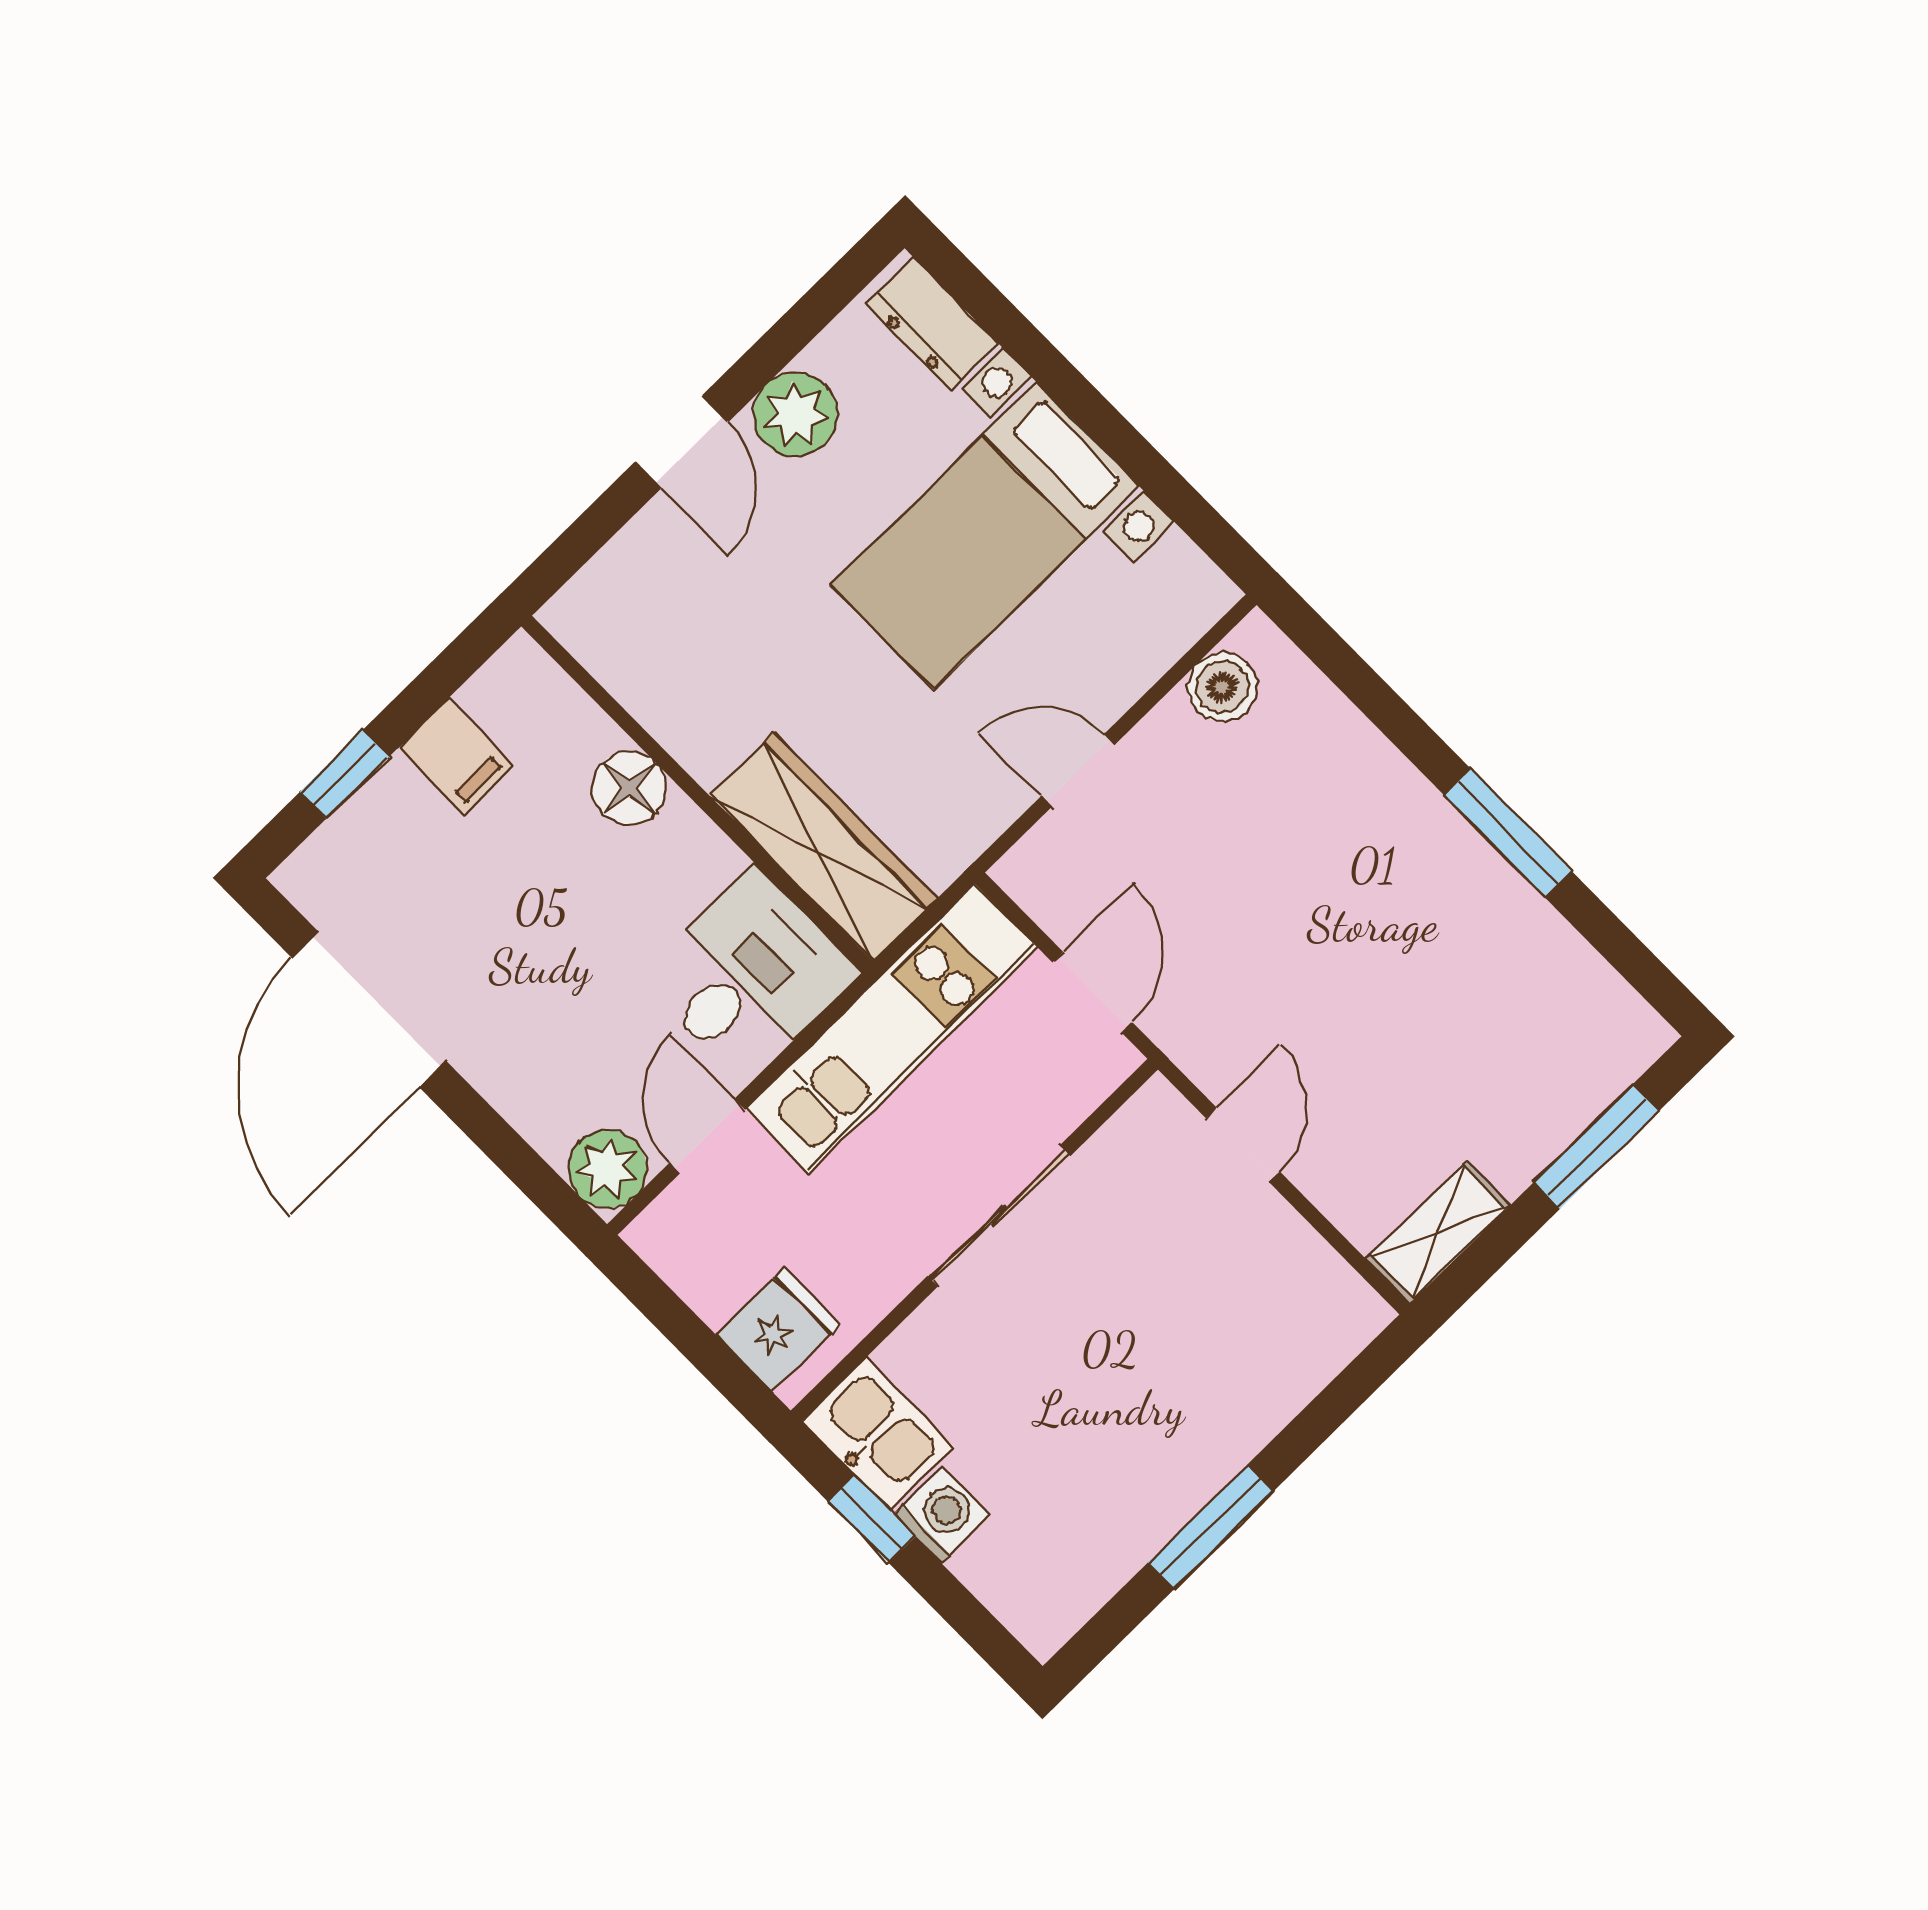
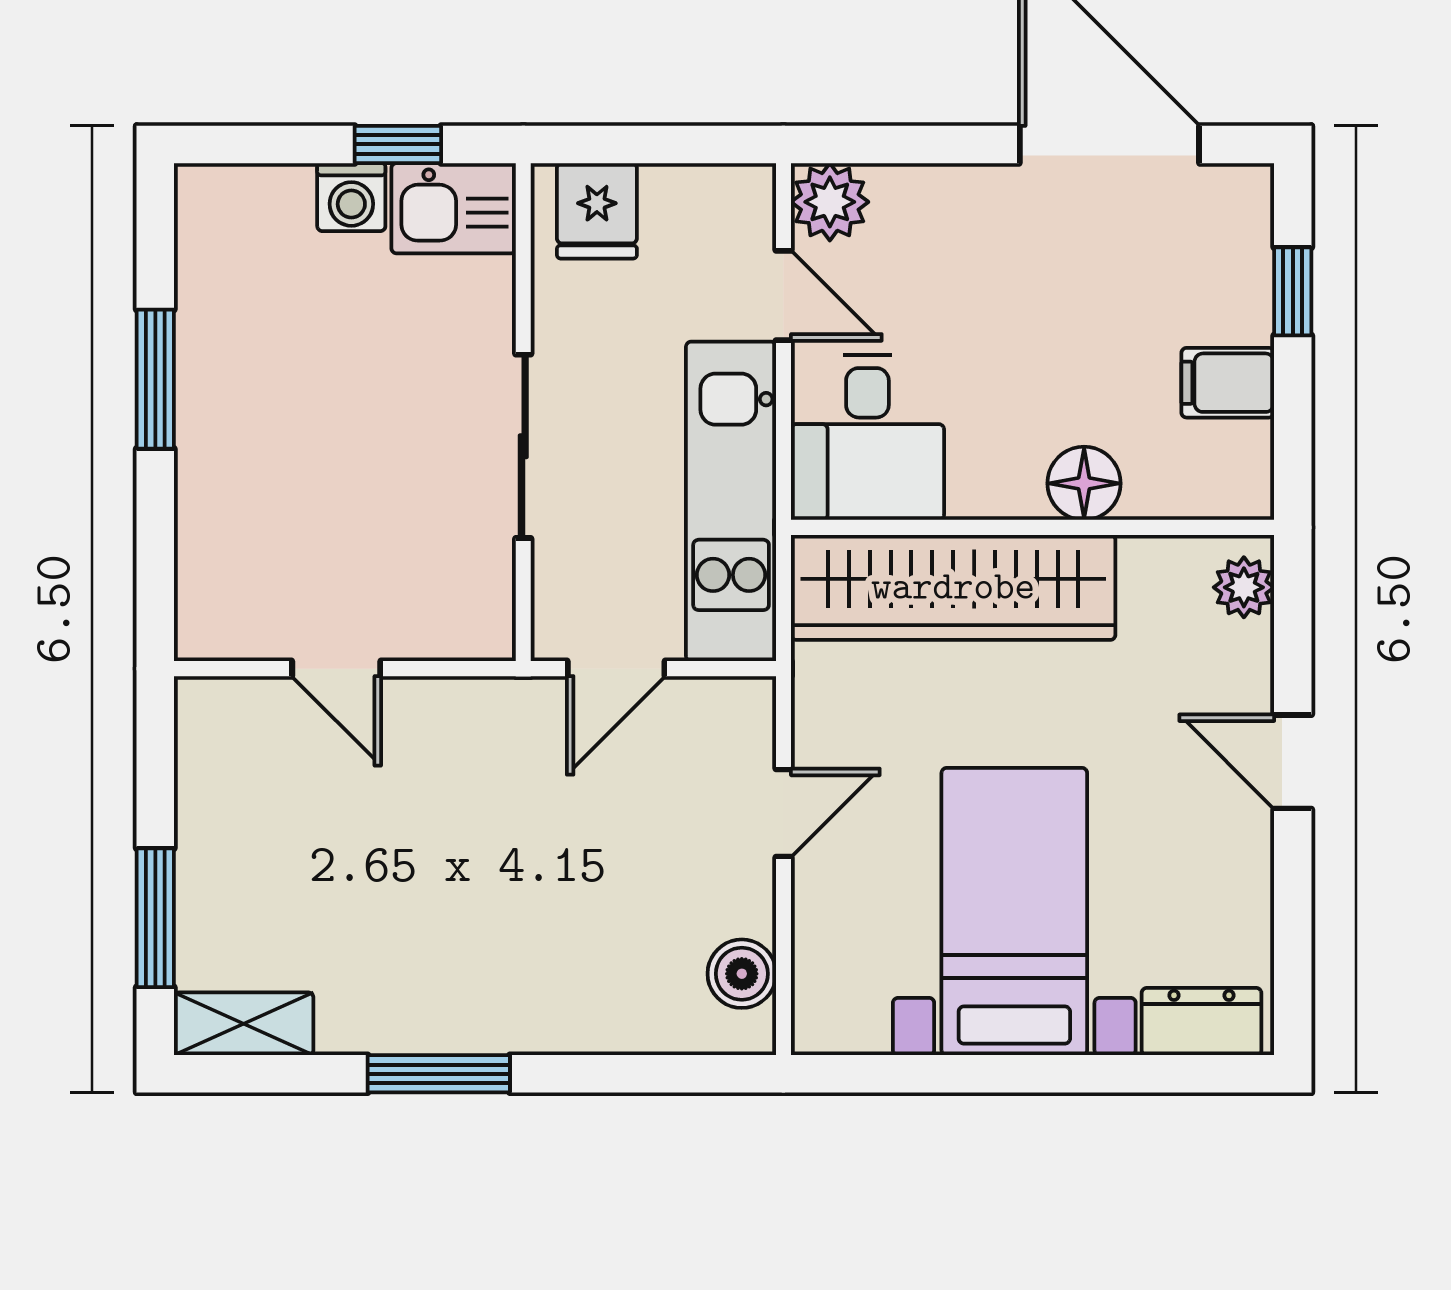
plant: (796, 415) -> (1244, 587), moved, width x0.73, depth x0.73
wardrobe: (823, 847) -> (953, 587), width x1.40, depth x1.17
door: (1093, 992) -> (616, 669), hinge flipped
door: (1243, 1145) -> (336, 669), moved
shelving: (1438, 1232) -> (244, 1024), moved, turned 90

